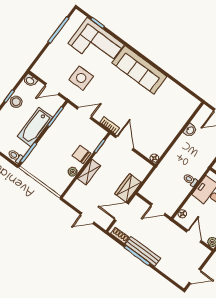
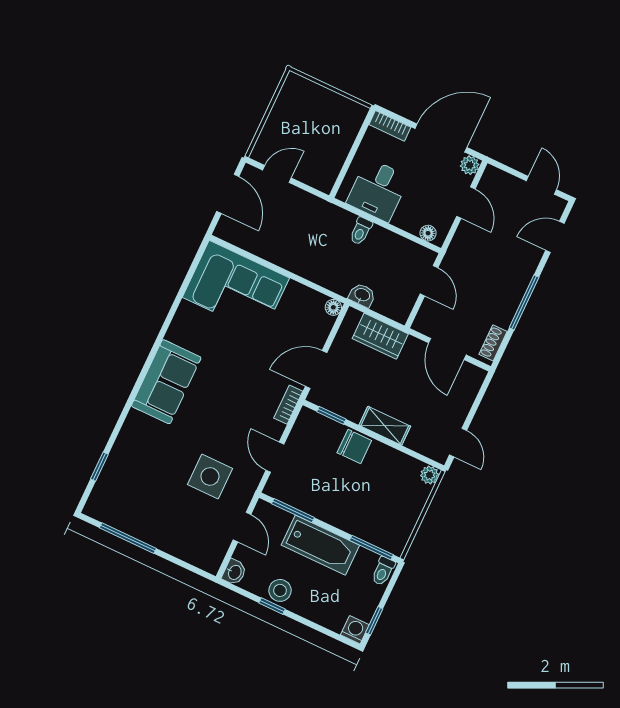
corner sofa: (96, 44) -> (236, 288), moved, turned 90
sofa: (139, 70) -> (166, 382), width x0.73
washbasin: (190, 130) -> (362, 295), moved
chair: (82, 154) -> (354, 447), turned -90
plant: (73, 172) -> (430, 475), moved
wardrobe: (128, 188) -> (380, 336), moved
door: (87, 218) -> (458, 443), moved
door: (194, 236) -> (466, 203), swing flipped
bench: (143, 251) -> (514, 293), removed
door: (167, 278) -> (555, 237), added

